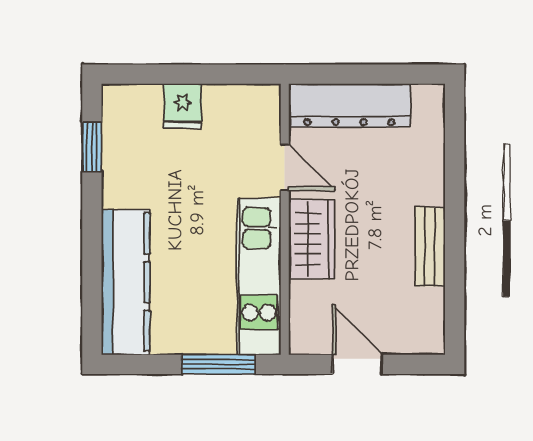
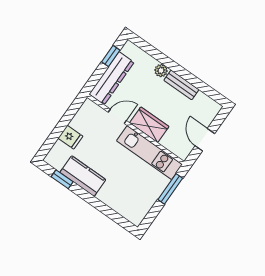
window: (391, 74) -> (111, 56), added
plant: (430, 189) -> (161, 71), added
kitchen counter: (126, 282) -> (83, 176), moved, width x0.67
door: (358, 364) -> (205, 140), hinge flipped

